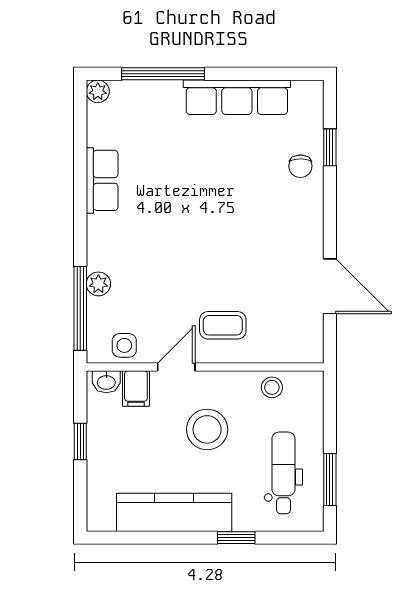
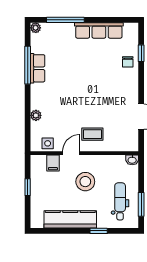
window: (80, 308) -> (28, 65), moved
washbasin: (106, 382) -> (132, 160), moved
stool: (272, 387) -> (115, 162), removed

